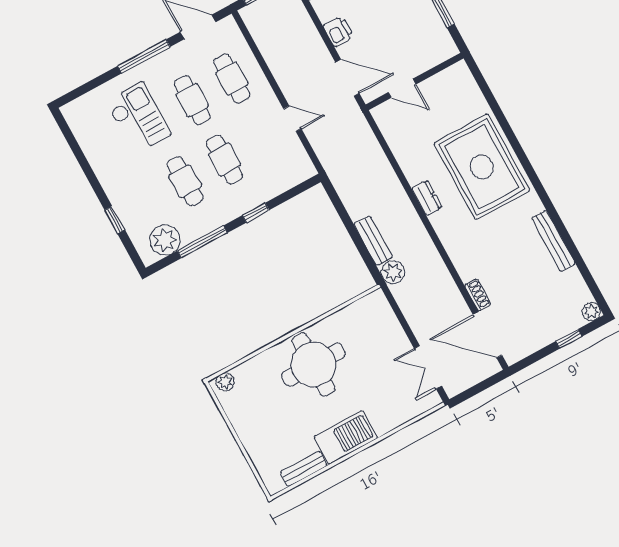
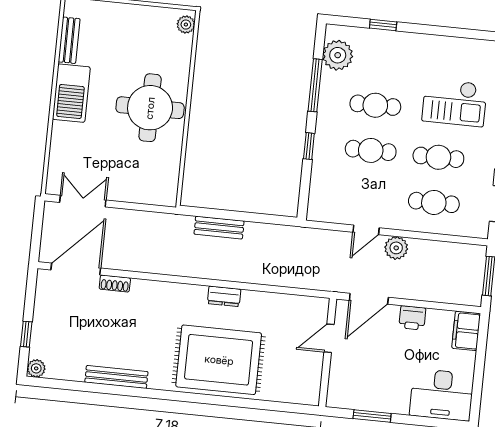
plant: (393, 272) -> (396, 248), moved

